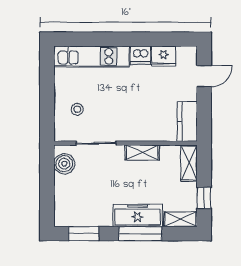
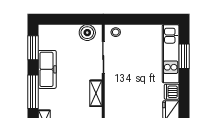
window: (95, 39) -> (184, 56), added
stool: (77, 109) -> (116, 32), moved
freezer: (138, 215) -> (47, 69), moved

